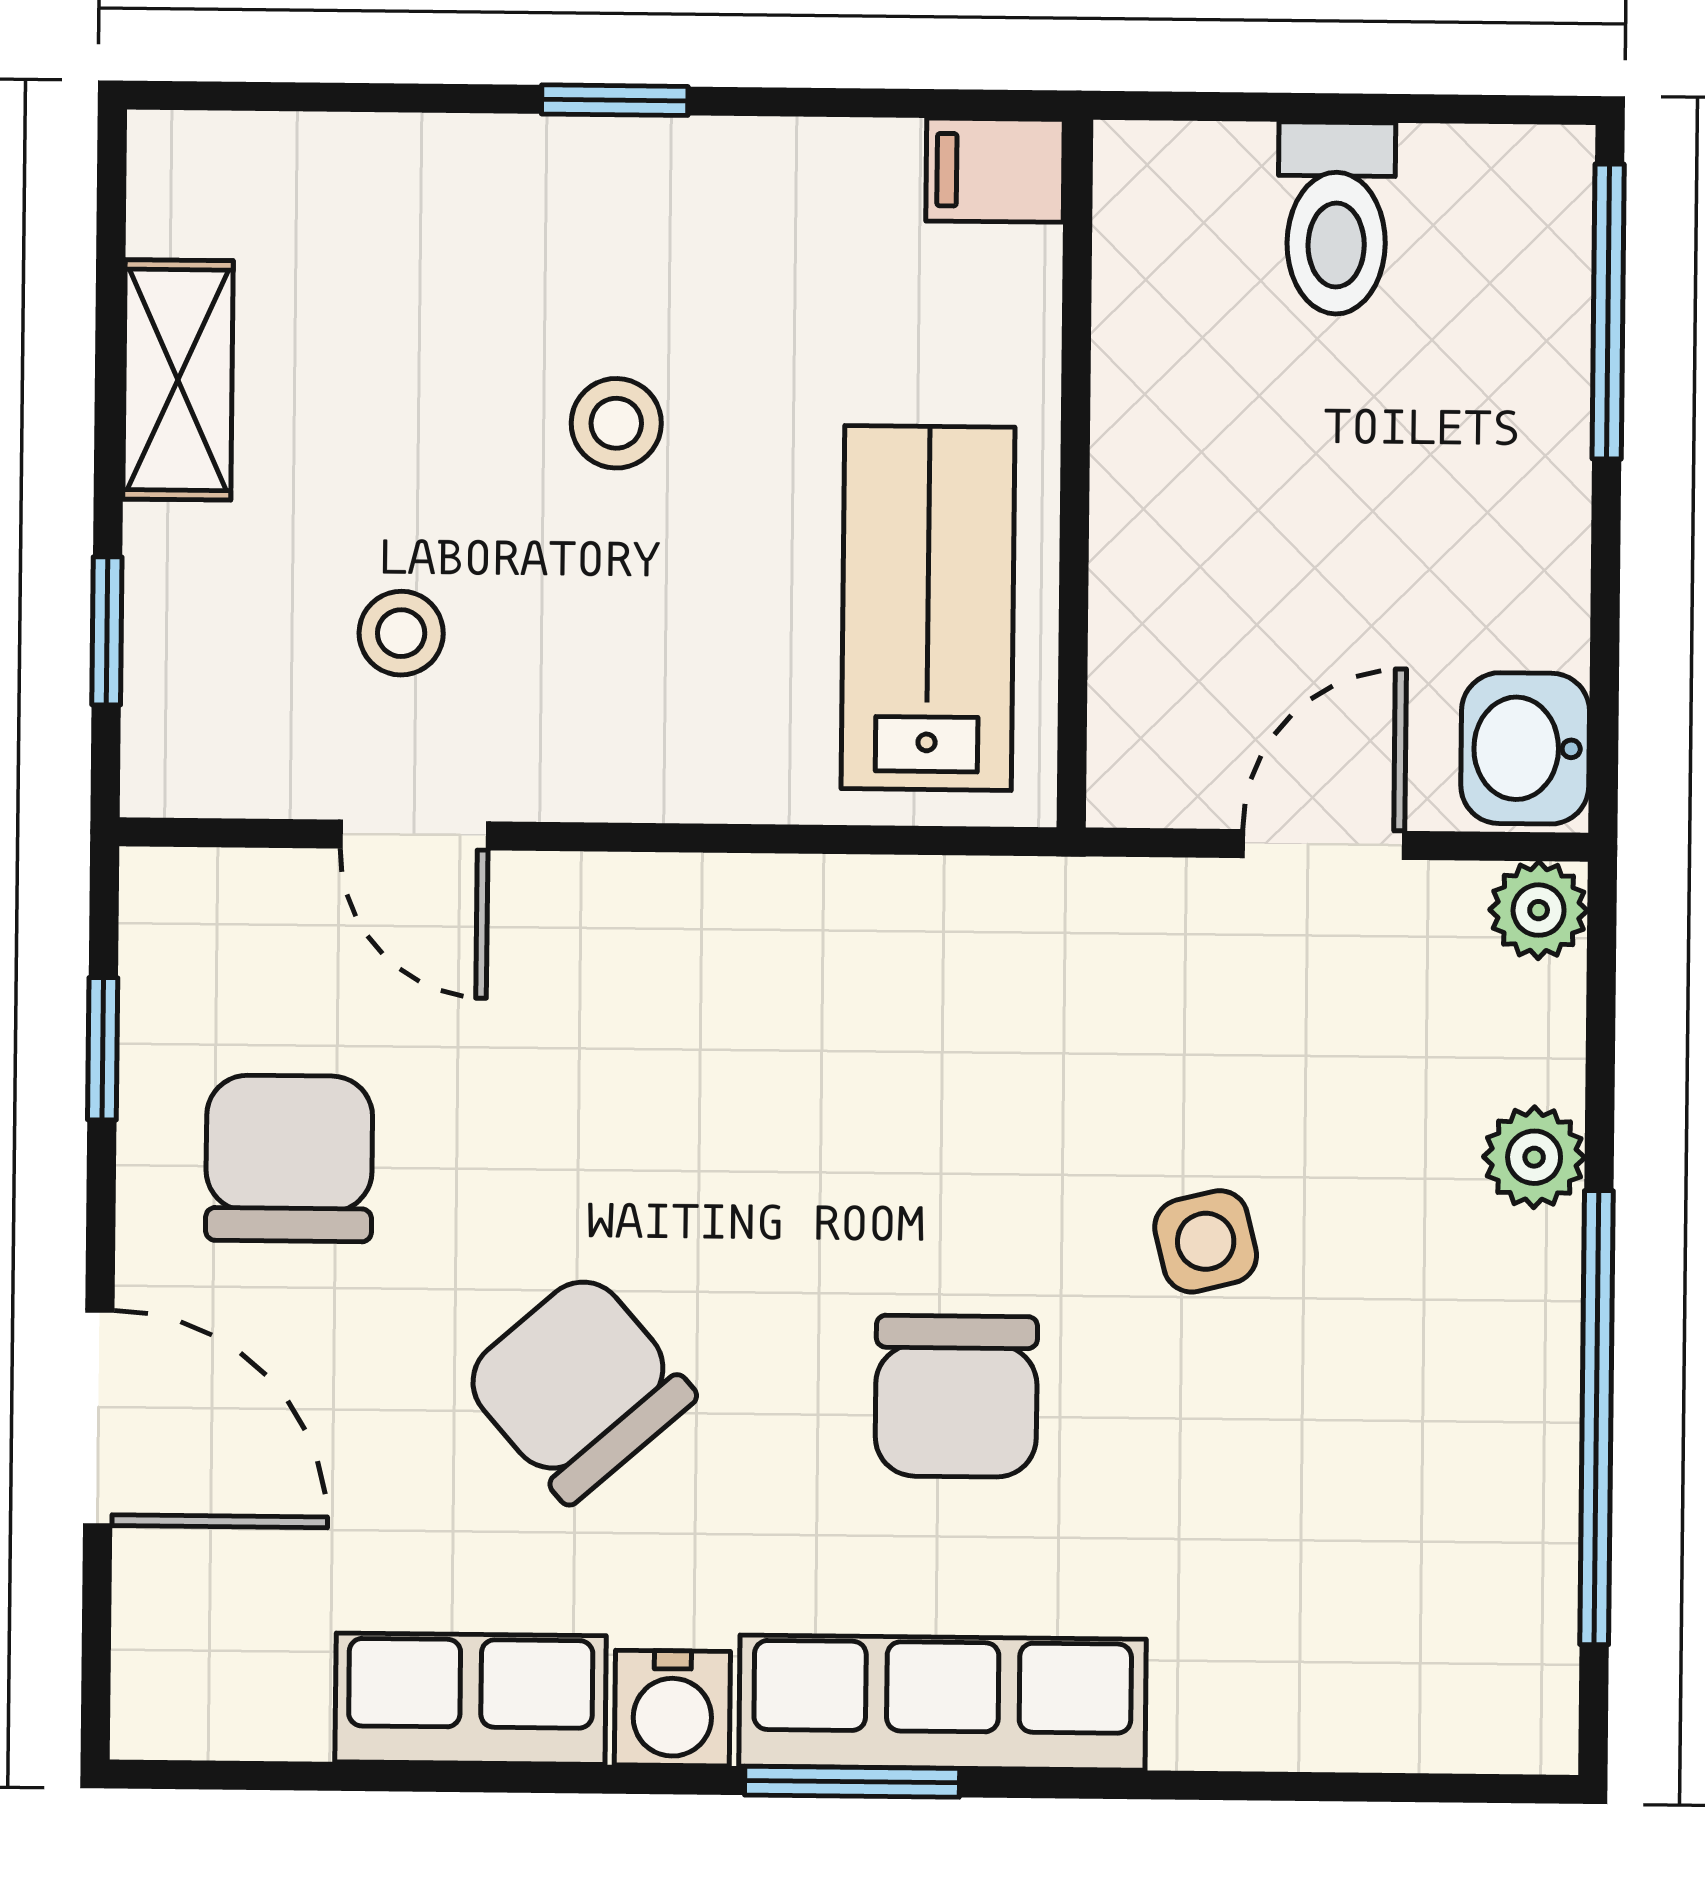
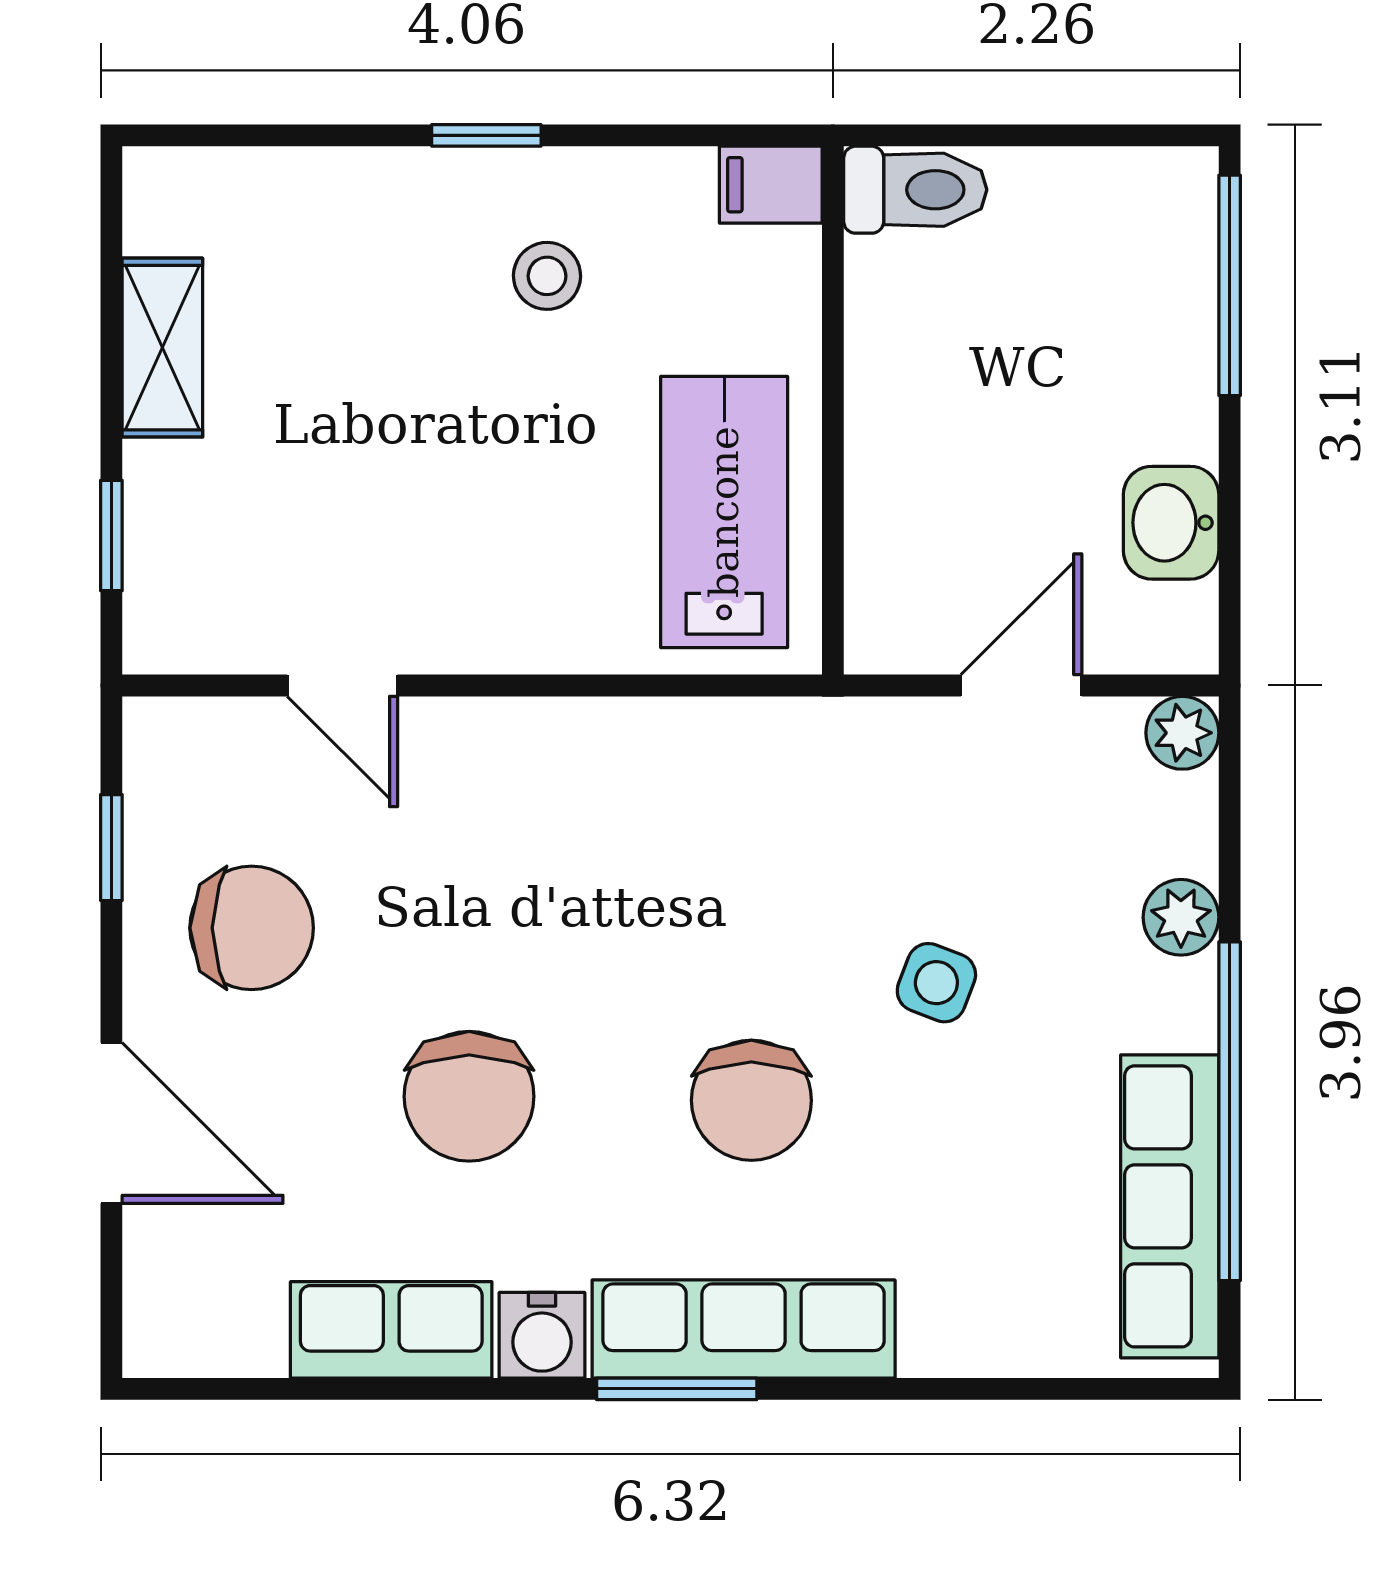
toilet: (1336, 218) -> (915, 190), moved, turned -90
stool: (616, 423) -> (547, 276), moved
stool: (401, 633) -> (331, 535), removed
washbasin: (1525, 748) -> (1171, 523), moved
chair: (289, 1158) -> (252, 928), turned 90
side table: (1206, 1241) -> (936, 983), turned 35
chair: (578, 1387) -> (469, 1096), turned -139
row of seats: (1515, 1544) -> (1170, 1206), added

